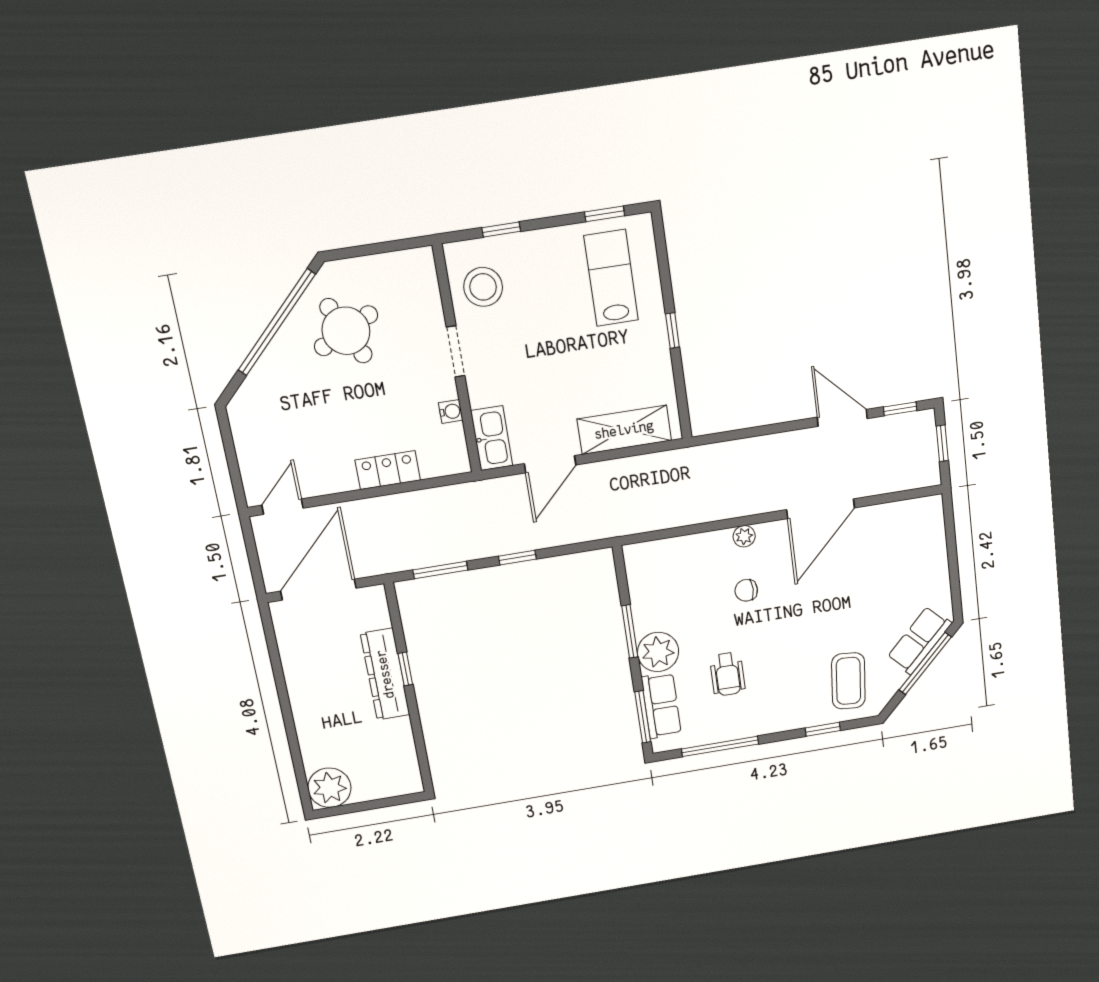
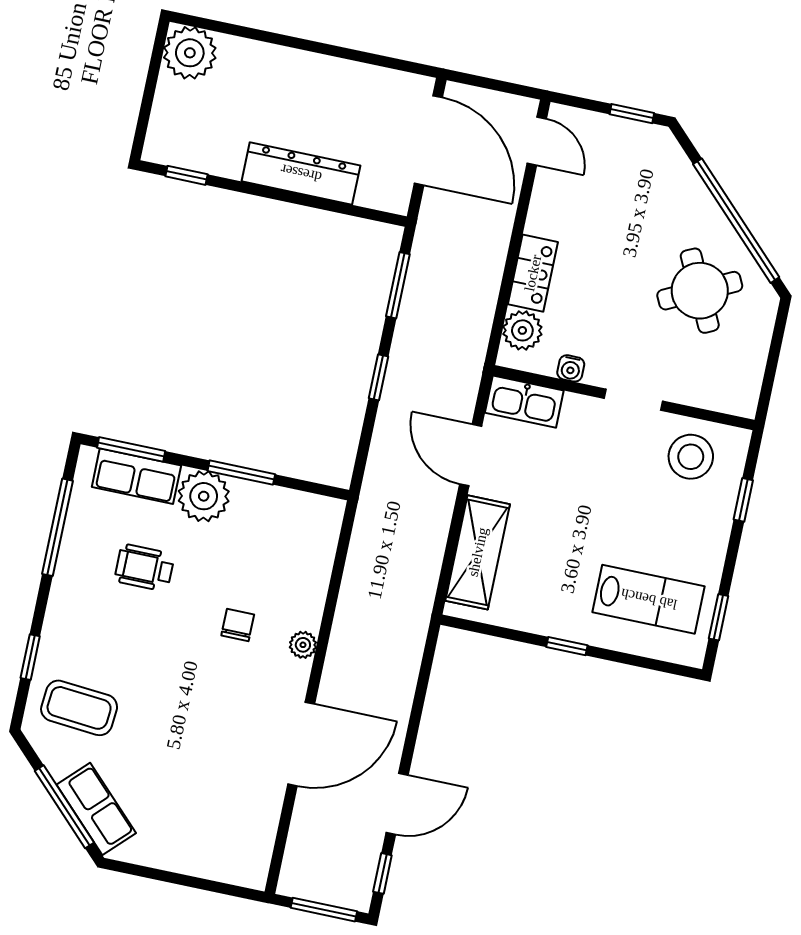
window: (228, 440) -> (632, 114), added
window: (942, 443) -> (324, 910), width x1.50
plant: (436, 461) -> (522, 330), added
door: (820, 509) -> (301, 744), swing flipped
window: (405, 669) -> (186, 175), moved

